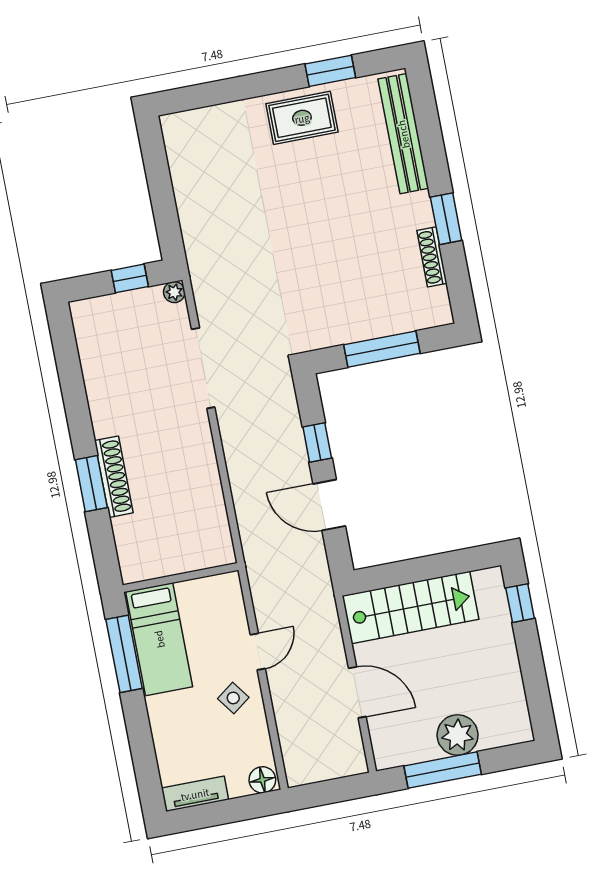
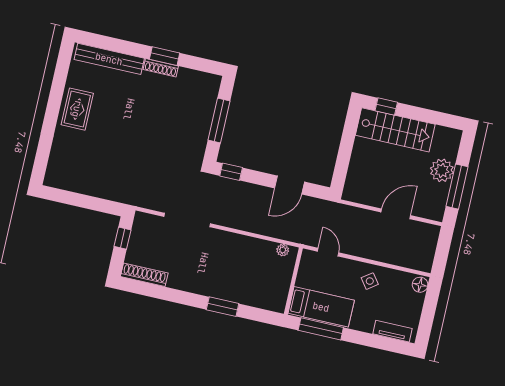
window: (330, 71) -> (59, 83), removed
shoe rack: (432, 257) -> (161, 68), moved
plant: (174, 292) -> (283, 250), moved
window: (317, 443) -> (231, 172), moved
shoe rack: (114, 477) -> (144, 275), moved
stairs: (411, 607) -> (395, 130), moved, turned 90
door: (258, 652) -> (328, 252), moved
tv unit: (195, 794) -> (392, 331), moved, turned 90

